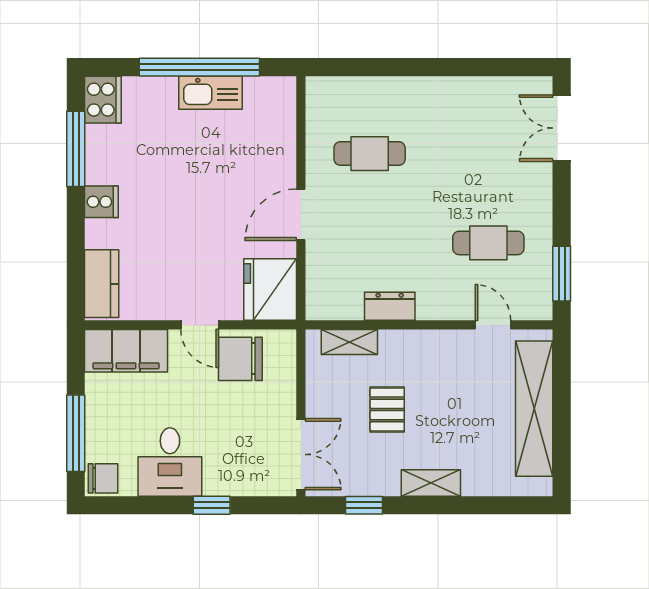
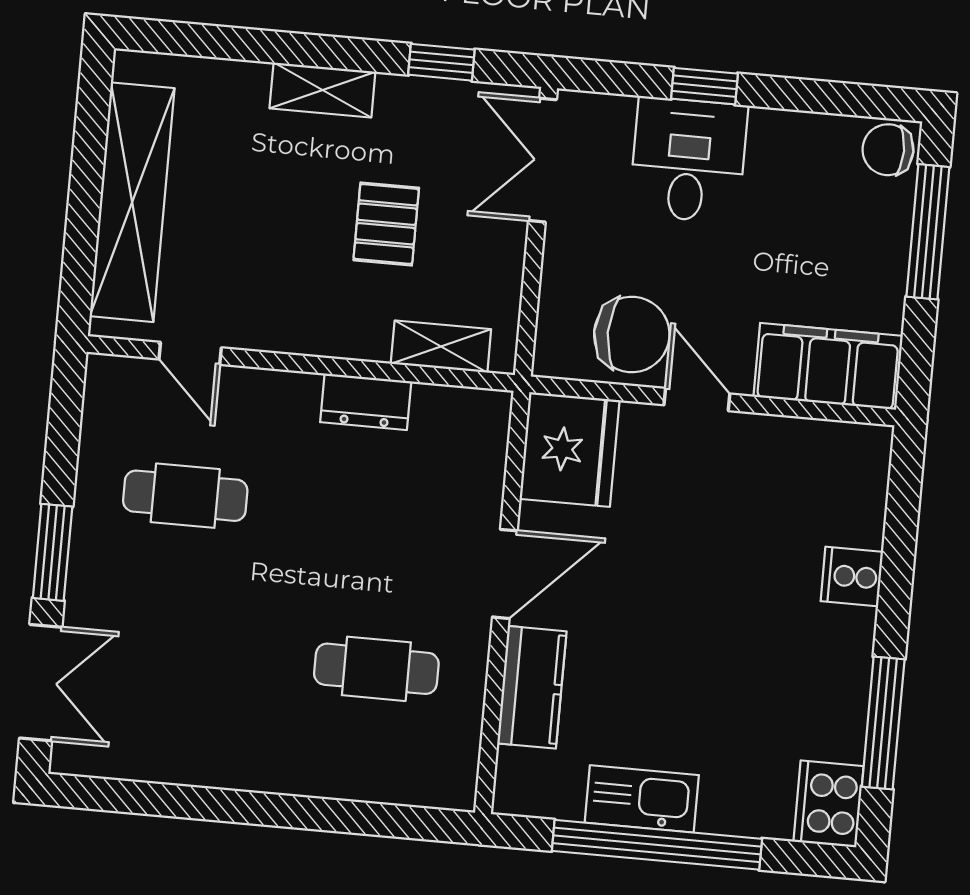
cooker: (101, 202) -> (852, 576), moved
window: (562, 274) -> (53, 552), moved
kitchen counter: (102, 284) -> (532, 687), moved, turned 180
desk: (170, 462) -> (688, 160), moved

